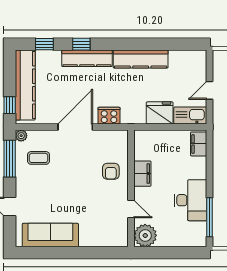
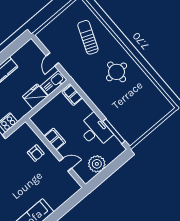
plant: (145, 235) -> (97, 164), moved

